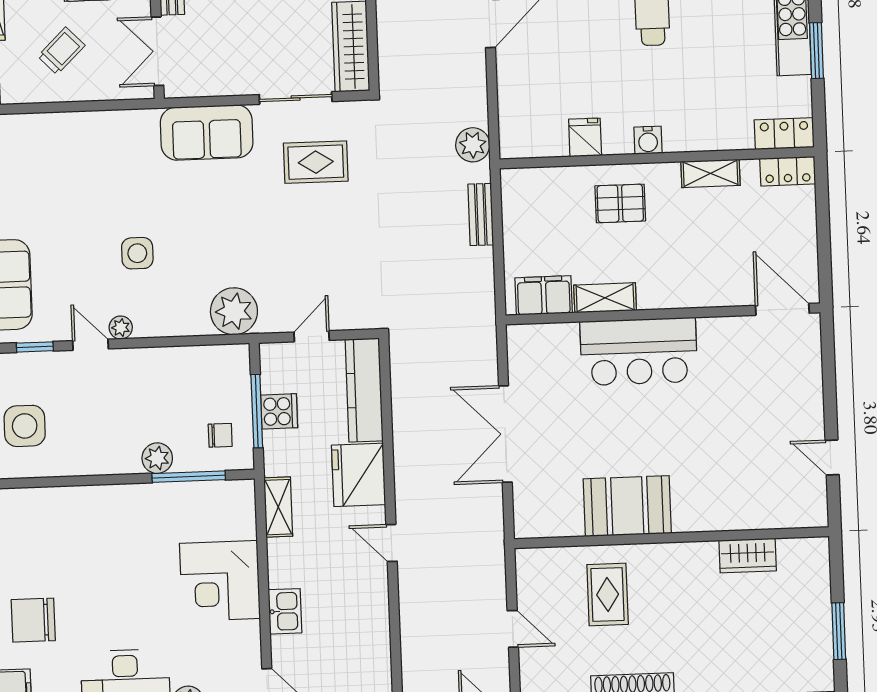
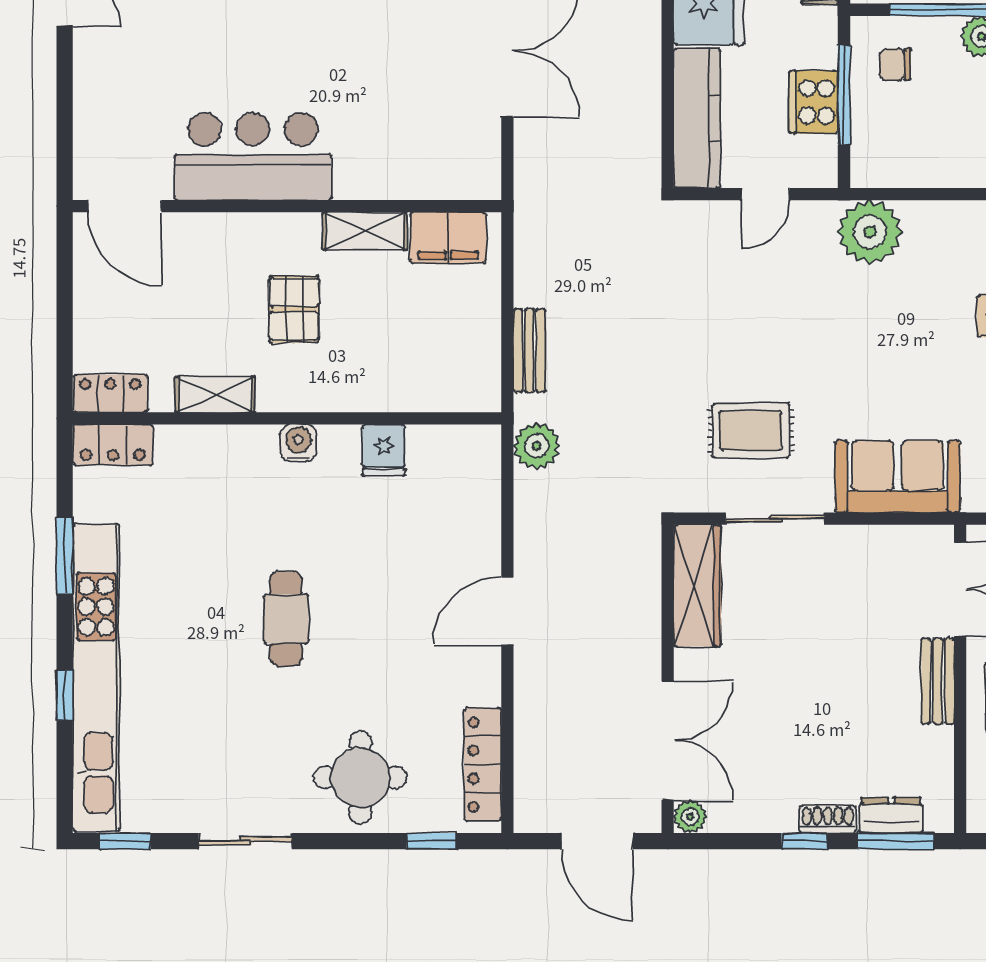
pallet: (620, 203) -> (294, 309), moved, turned 90
bar counter: (639, 351) -> (253, 156), moved
cooker: (279, 411) -> (814, 102), width x1.36

